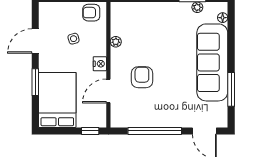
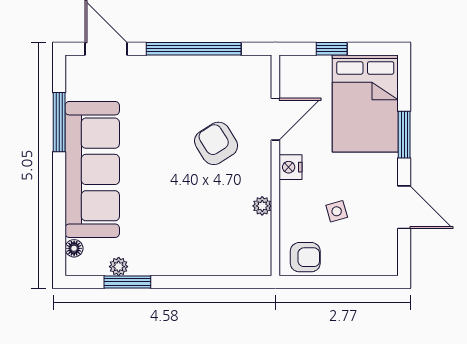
door: (35, 41) -> (404, 207), hinge flipped
armchair: (142, 77) -> (216, 143), turned 148
window: (90, 131) -> (332, 49), moved

